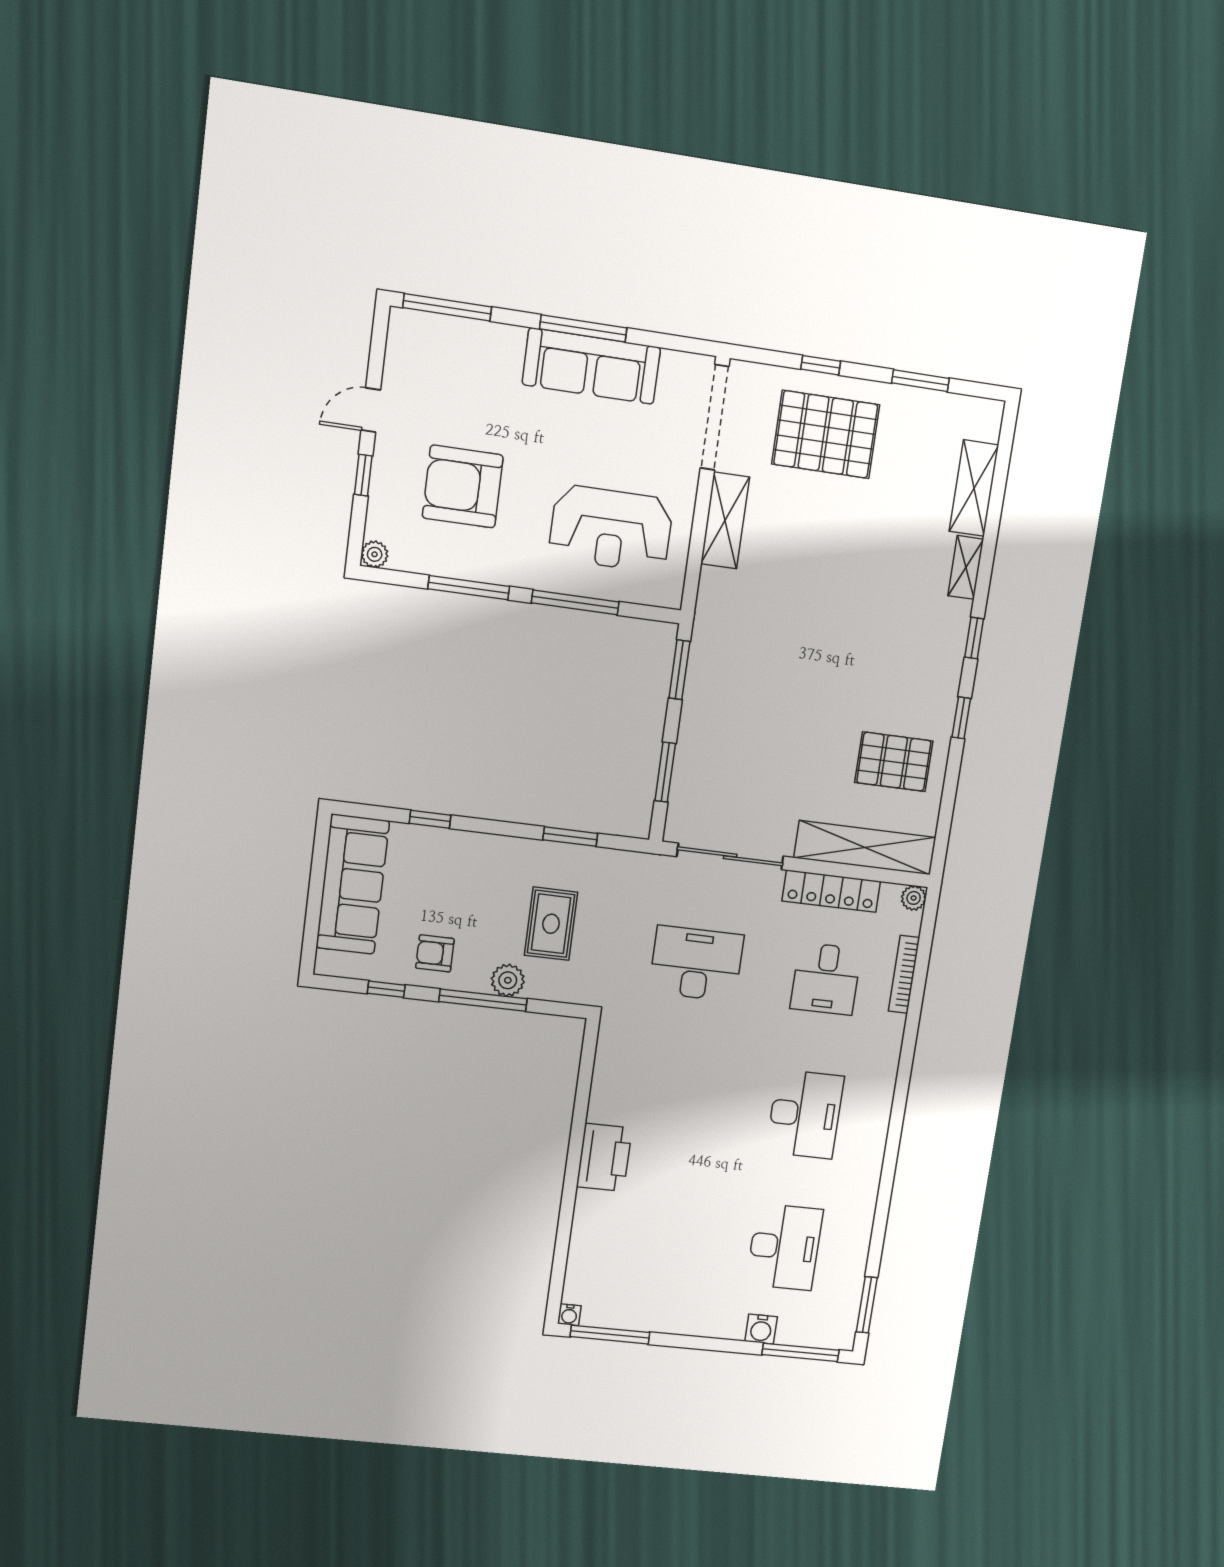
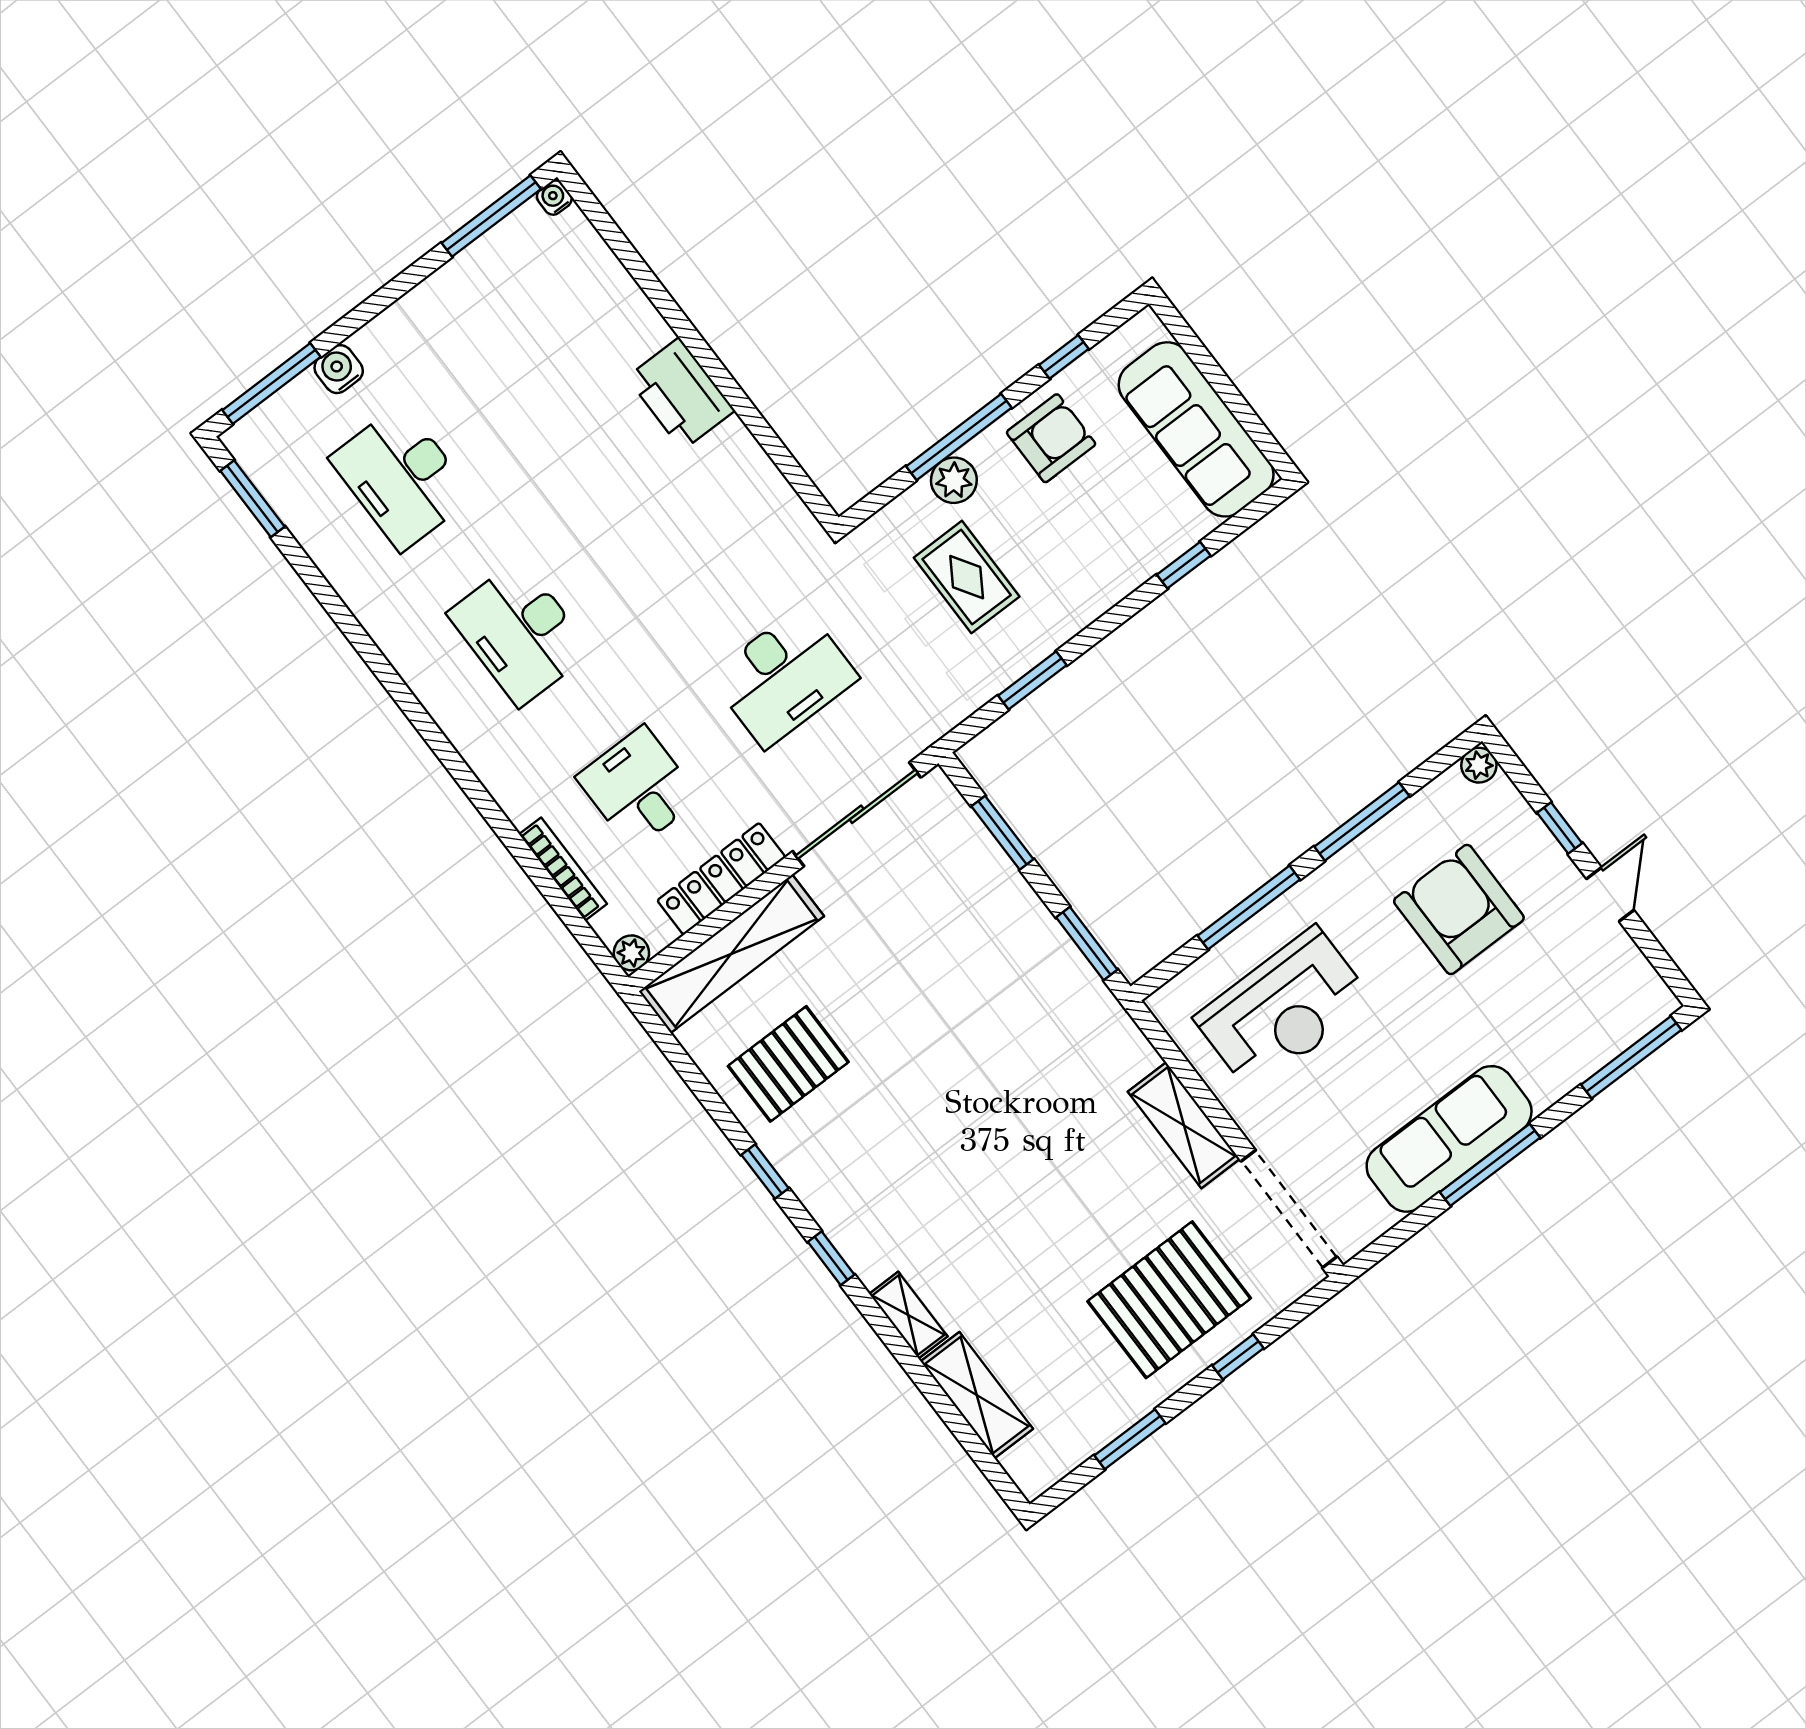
armchair: (463, 487) -> (1459, 909), turned -90
reception desk: (611, 529) -> (1283, 1009), turned 180
armchair: (435, 953) -> (1051, 438), width x1.38, depth x1.38

